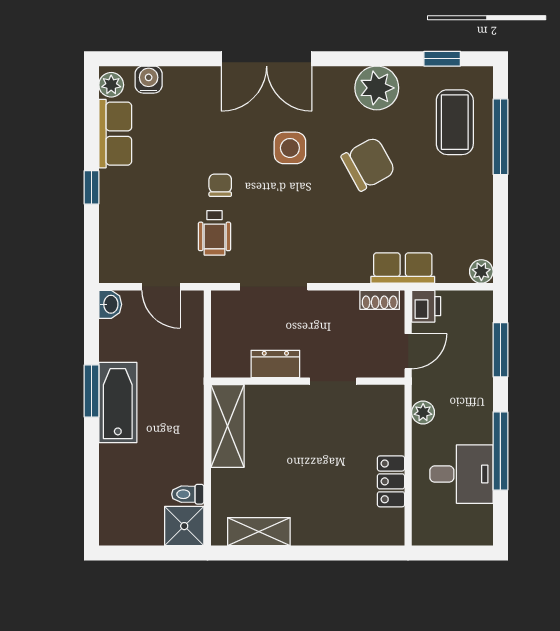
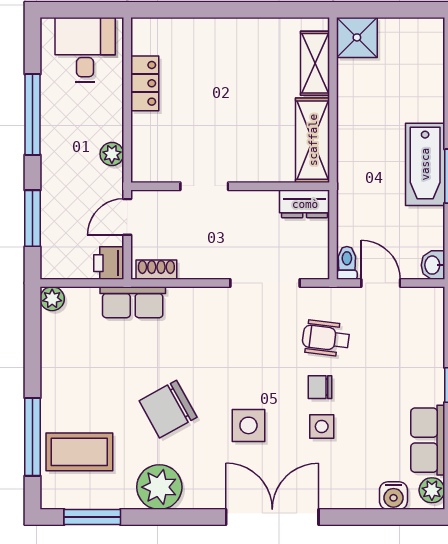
window: (442, 59) -> (92, 517), width x1.50
coffee table: (455, 122) -> (79, 452), turned 90
side table: (219, 147) -> (322, 426), added
chair: (220, 185) -> (320, 387), turned 90
wheelchair: (214, 233) -> (326, 338), turned -83
dresser: (275, 364) -> (305, 204), moved
desk: (461, 474) -> (85, 50), moved, turned 90
toilet: (188, 494) -> (347, 263), moved, turned -90
shelving: (259, 532) -> (315, 63), moved, turned 90

